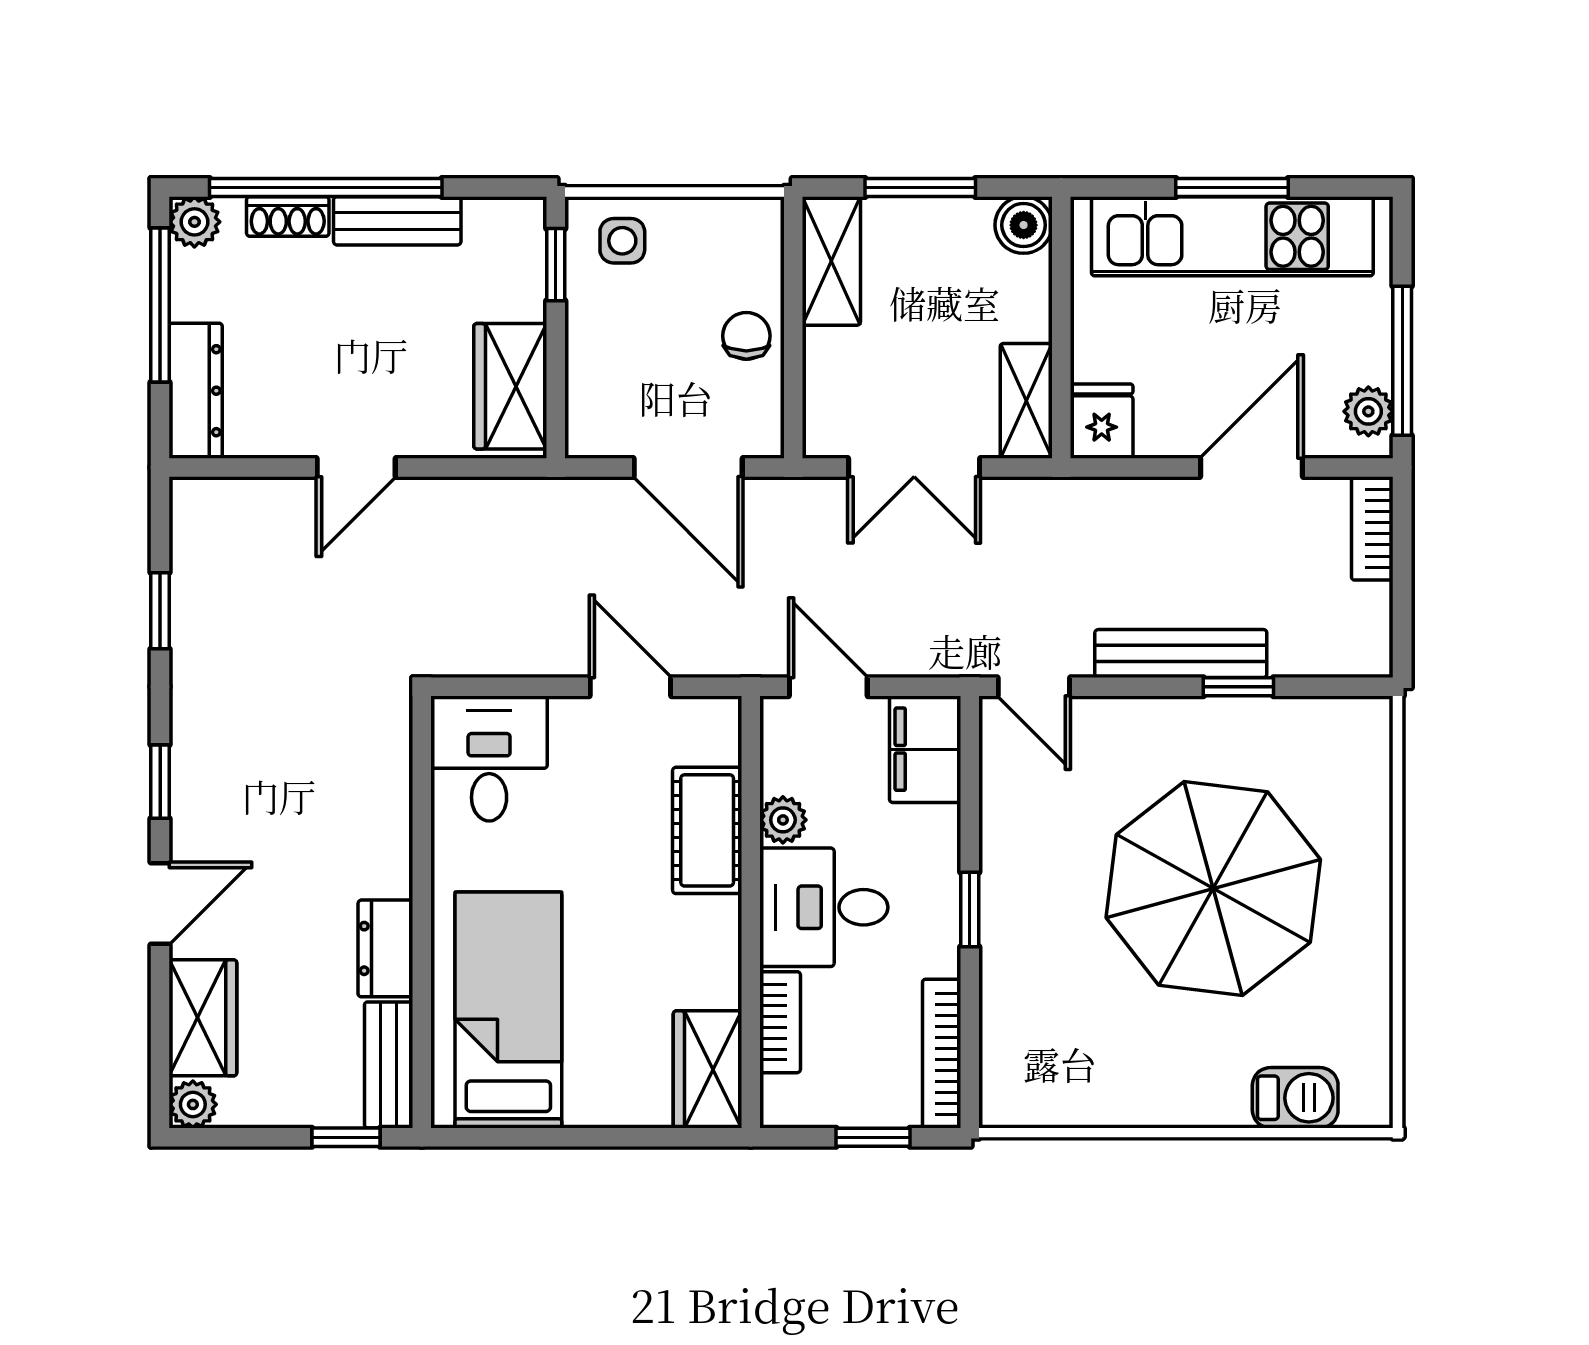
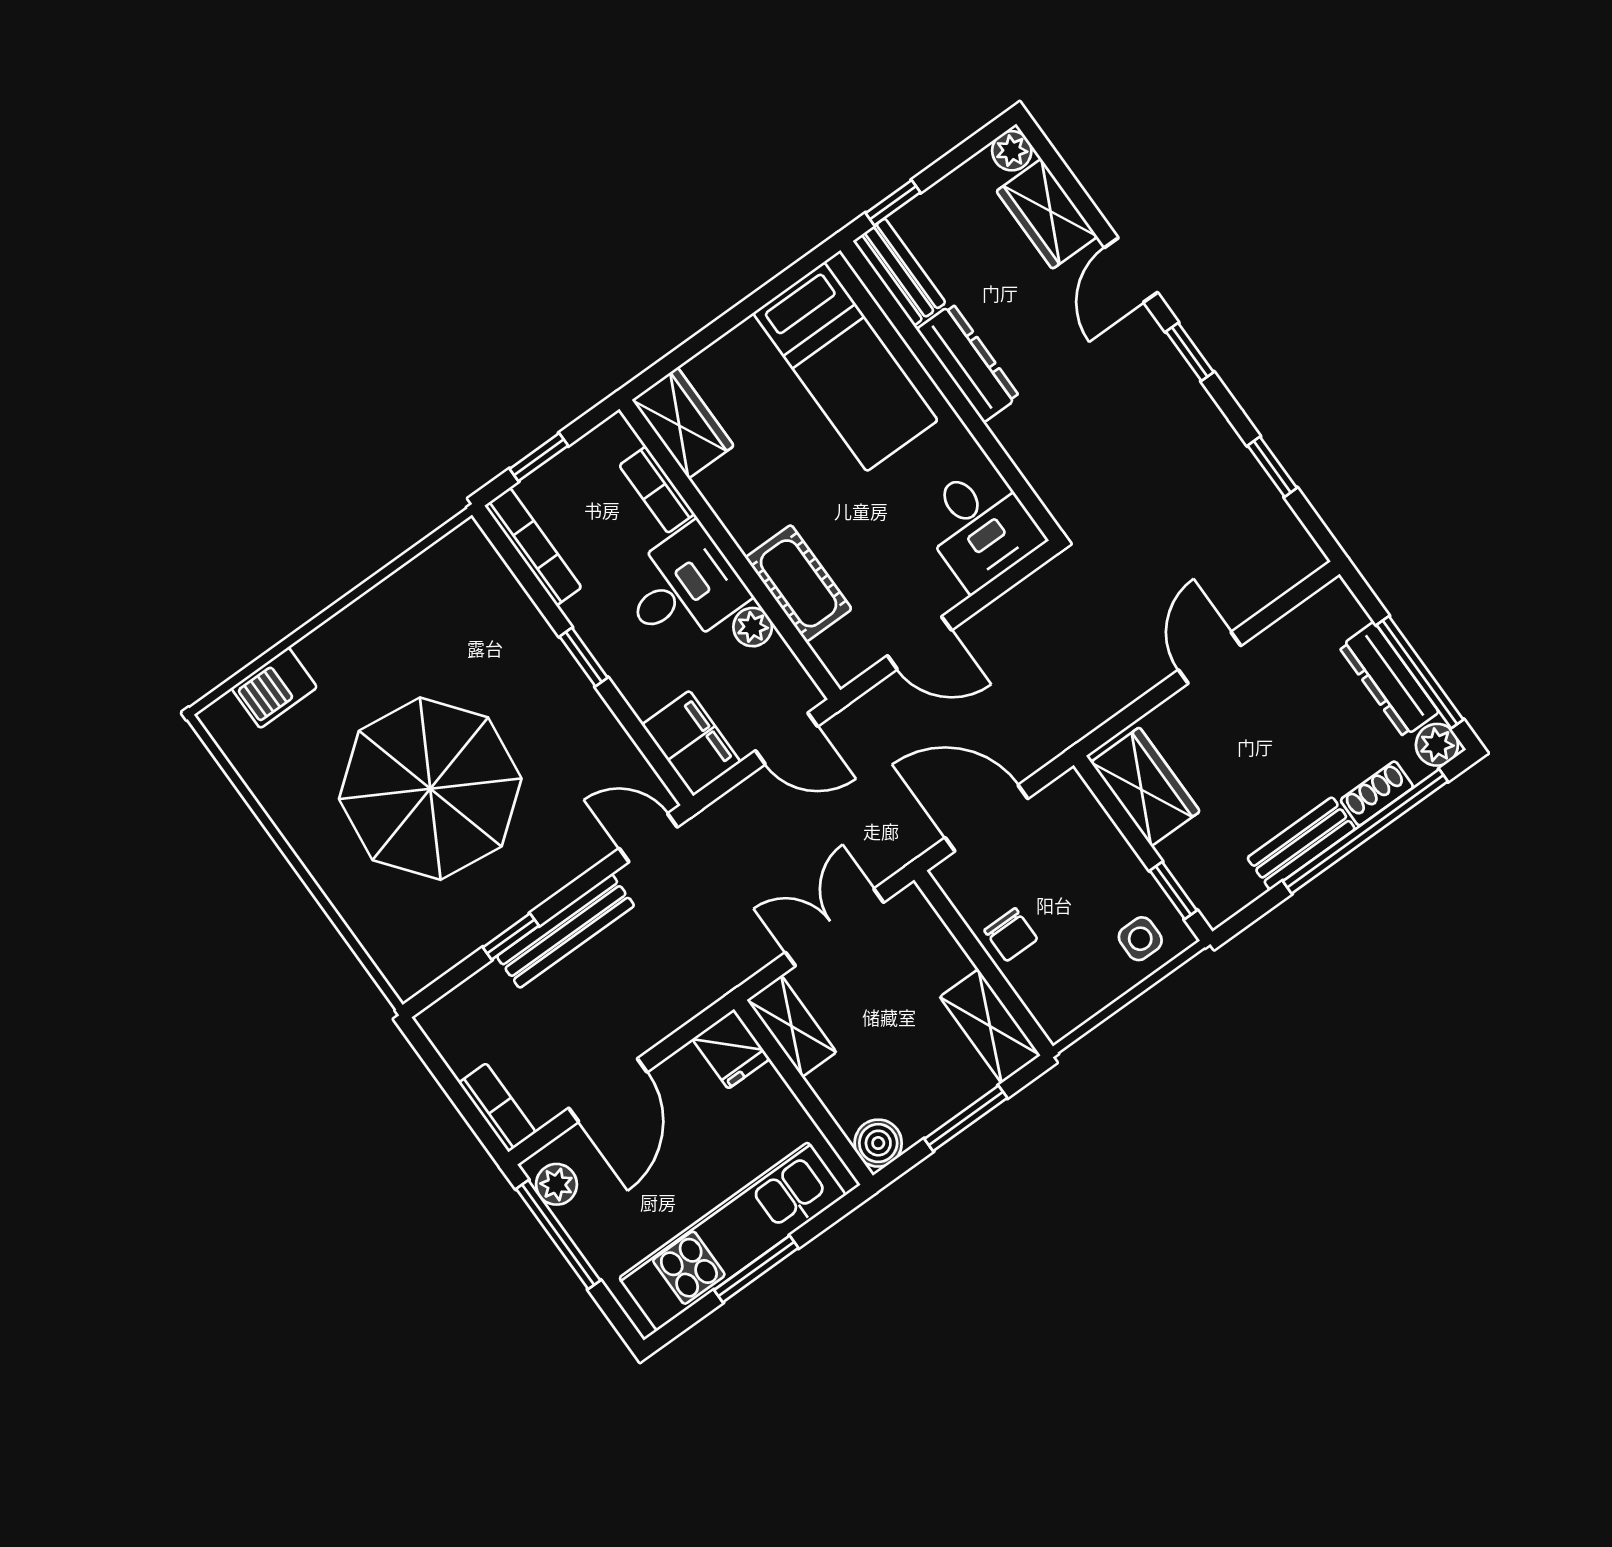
dresser: (196, 391) -> (1389, 680), moved
dresser: (385, 948) -> (968, 363), width x1.44

